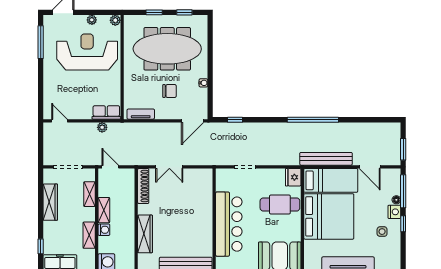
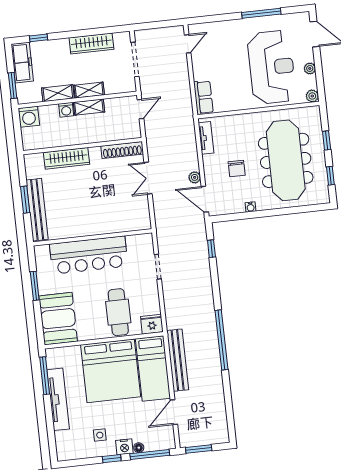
window: (41, 42) -> (261, 13), moved
plant: (102, 127) -> (195, 177), moved
shelving: (89, 194) -> (89, 90), moved

